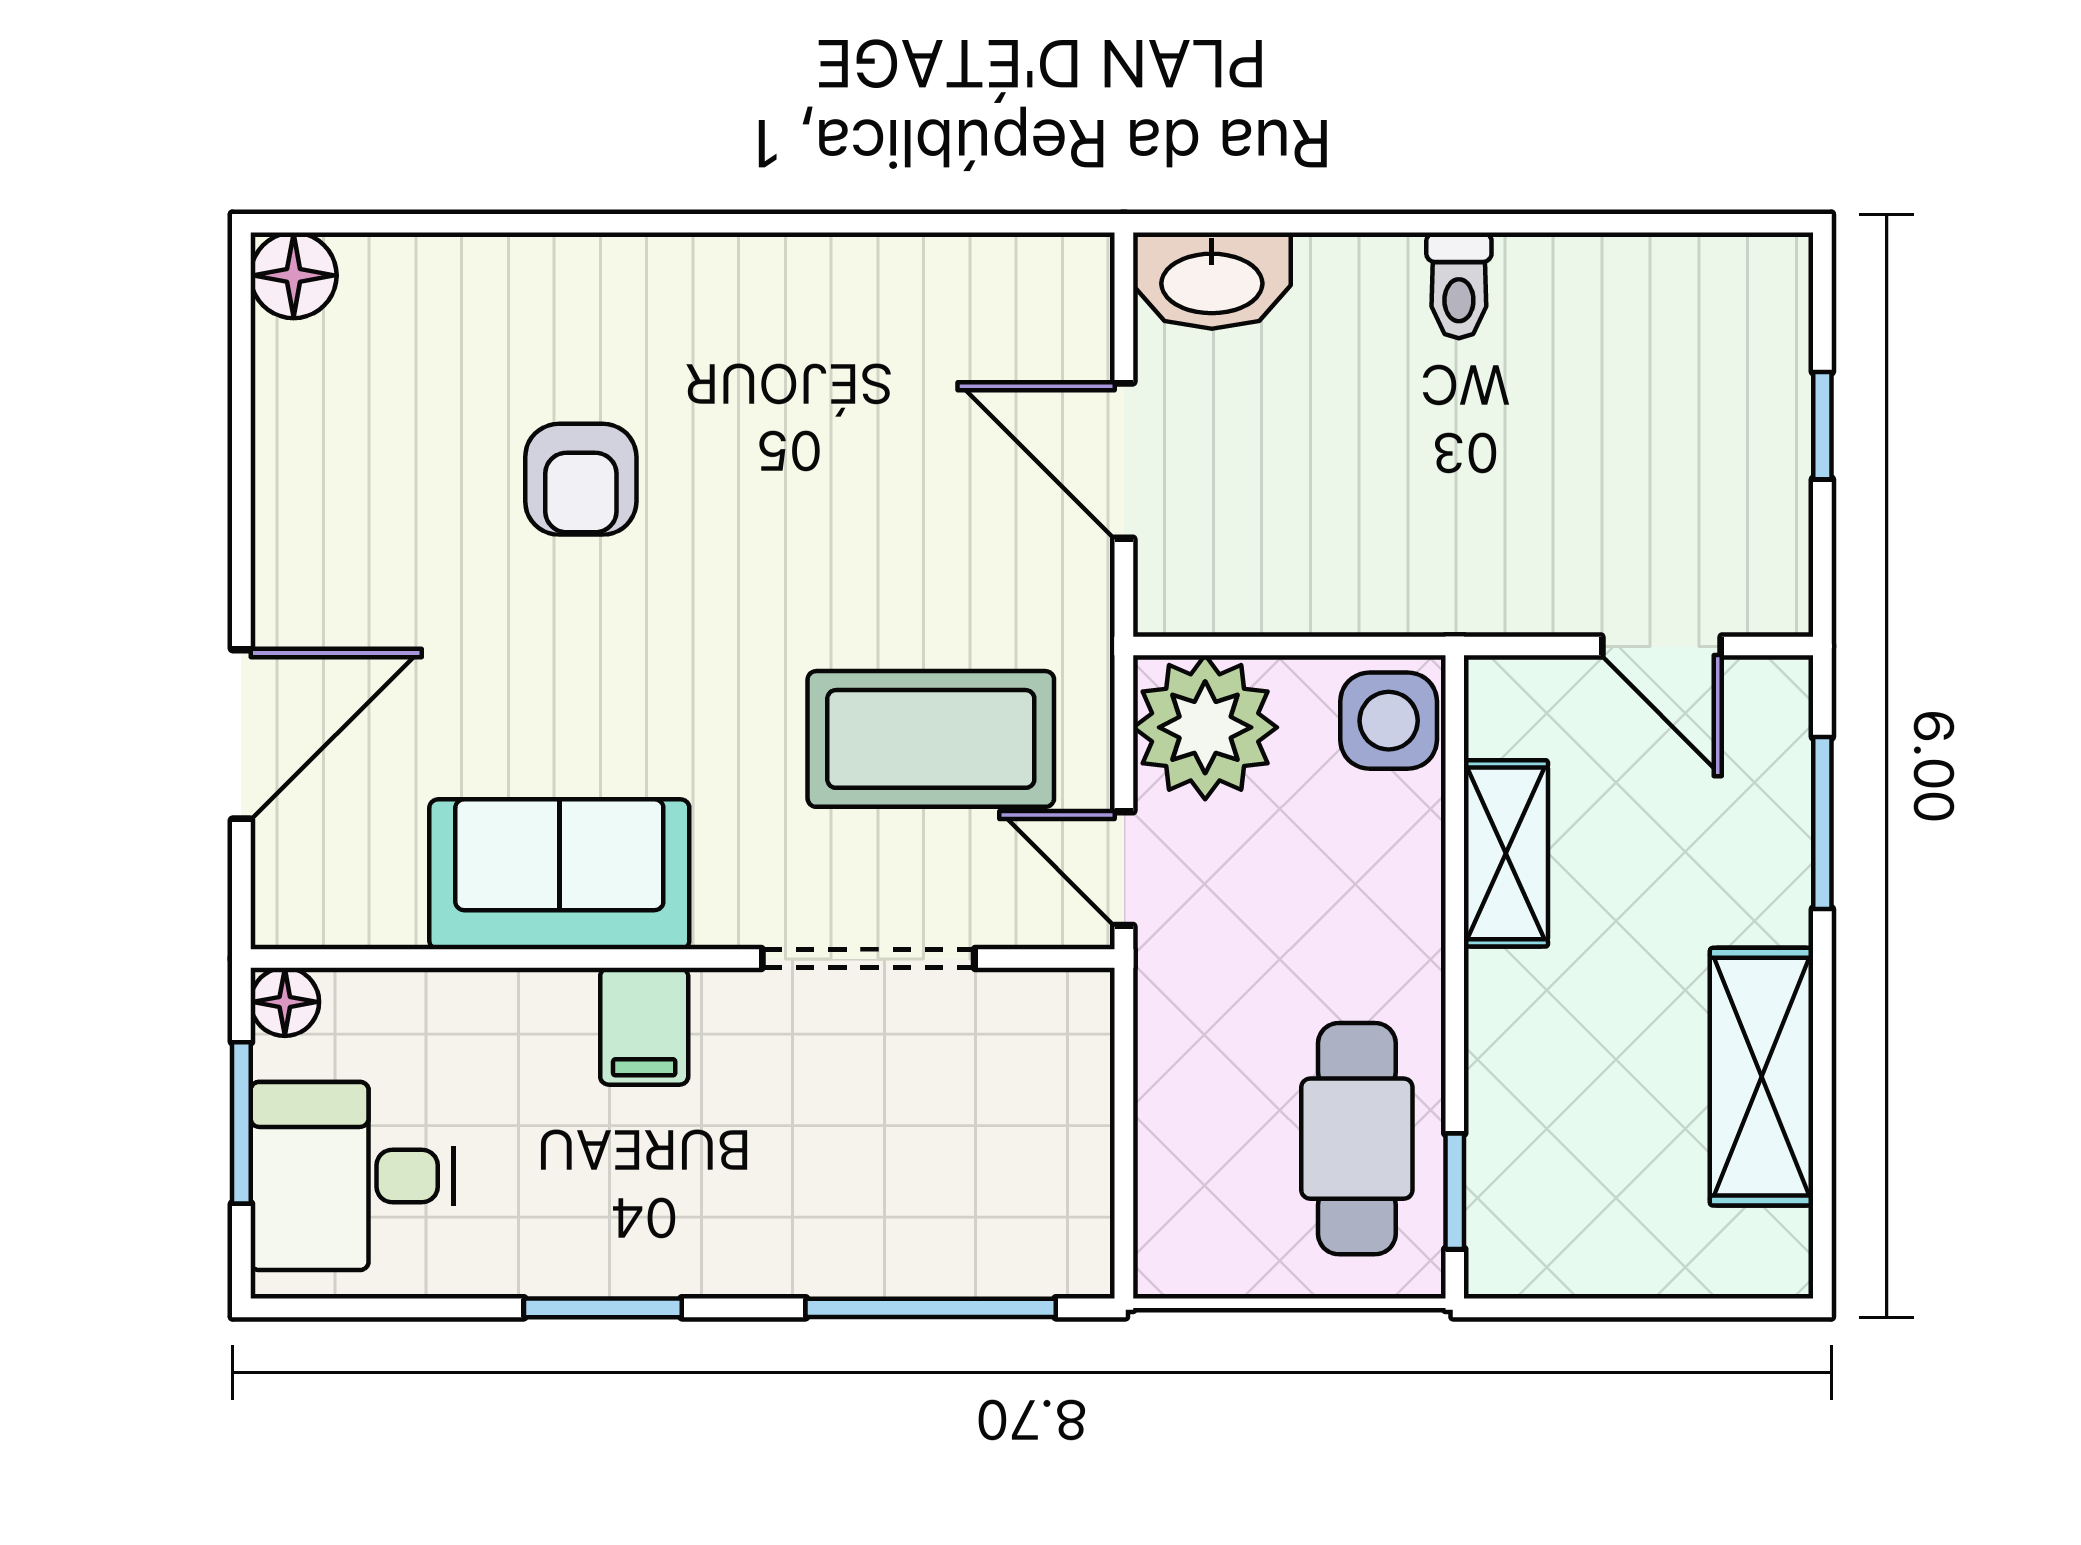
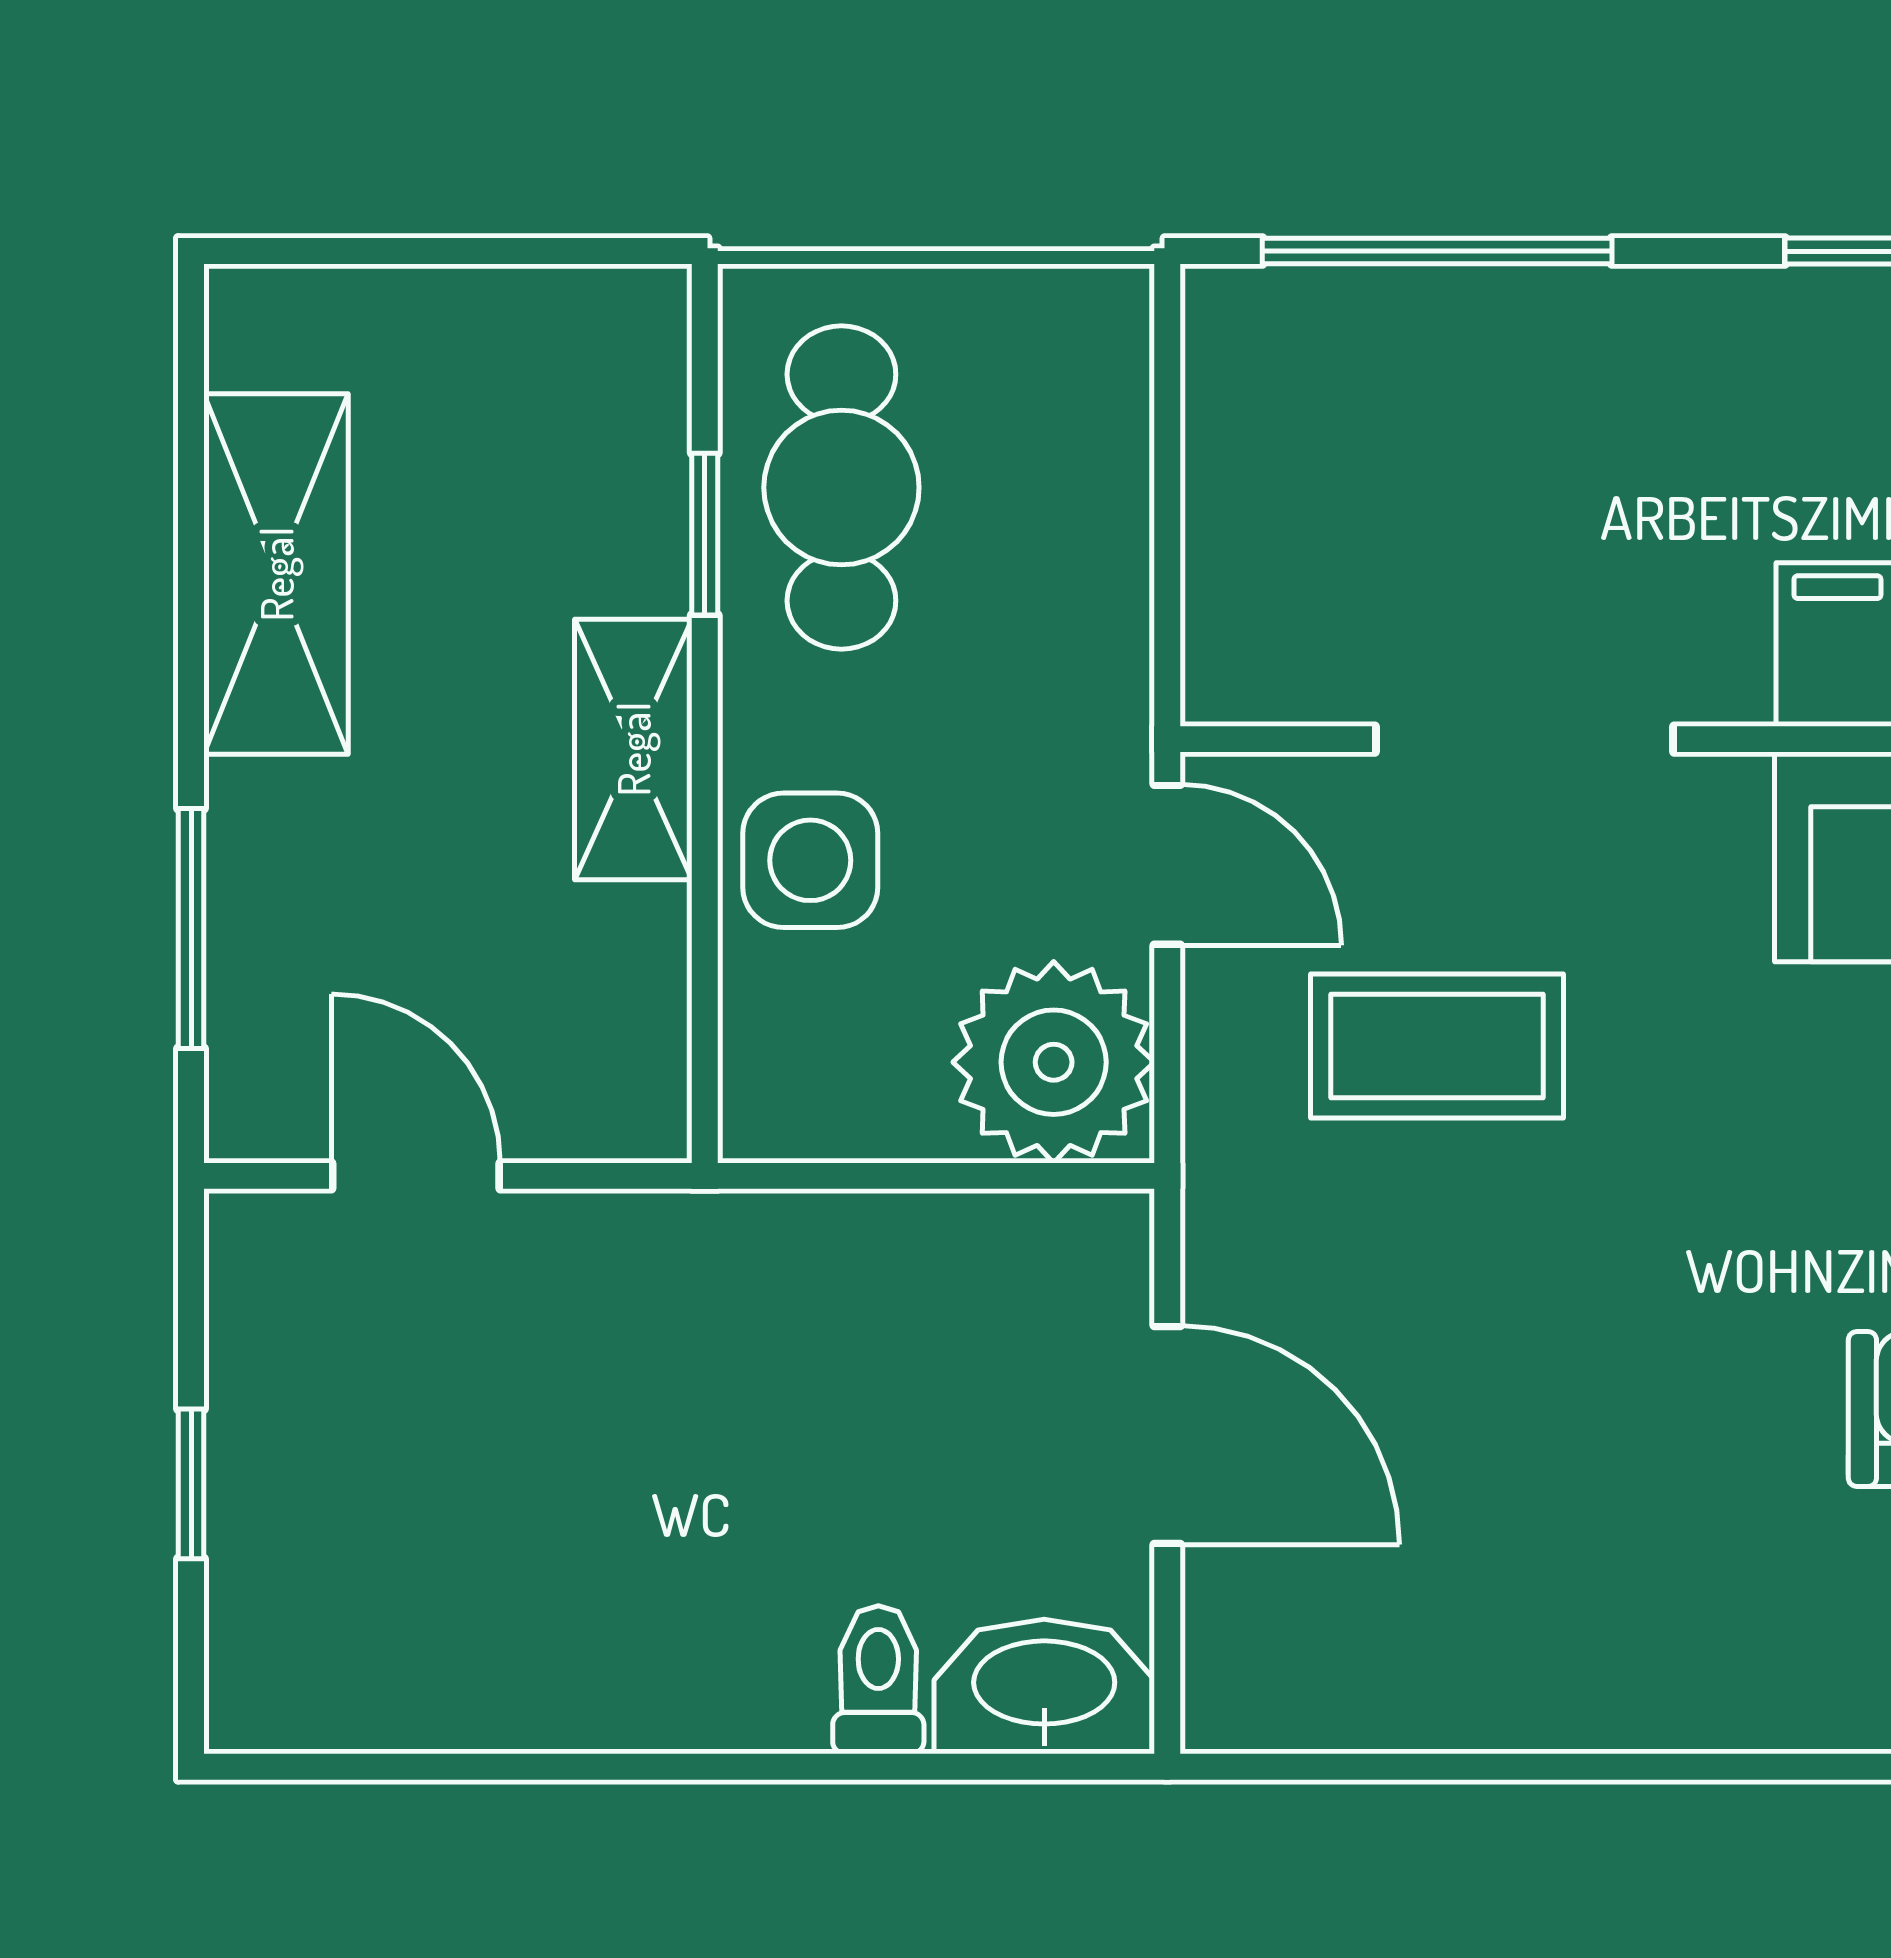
toilet: (1459, 285) -> (878, 1680), moved
side table: (1389, 721) -> (810, 860), moved
coffee table: (931, 739) -> (1437, 1046), width x0.73, depth x0.76
shelving: (1506, 853) -> (633, 749), moved
window: (1455, 1191) -> (705, 534), moved

